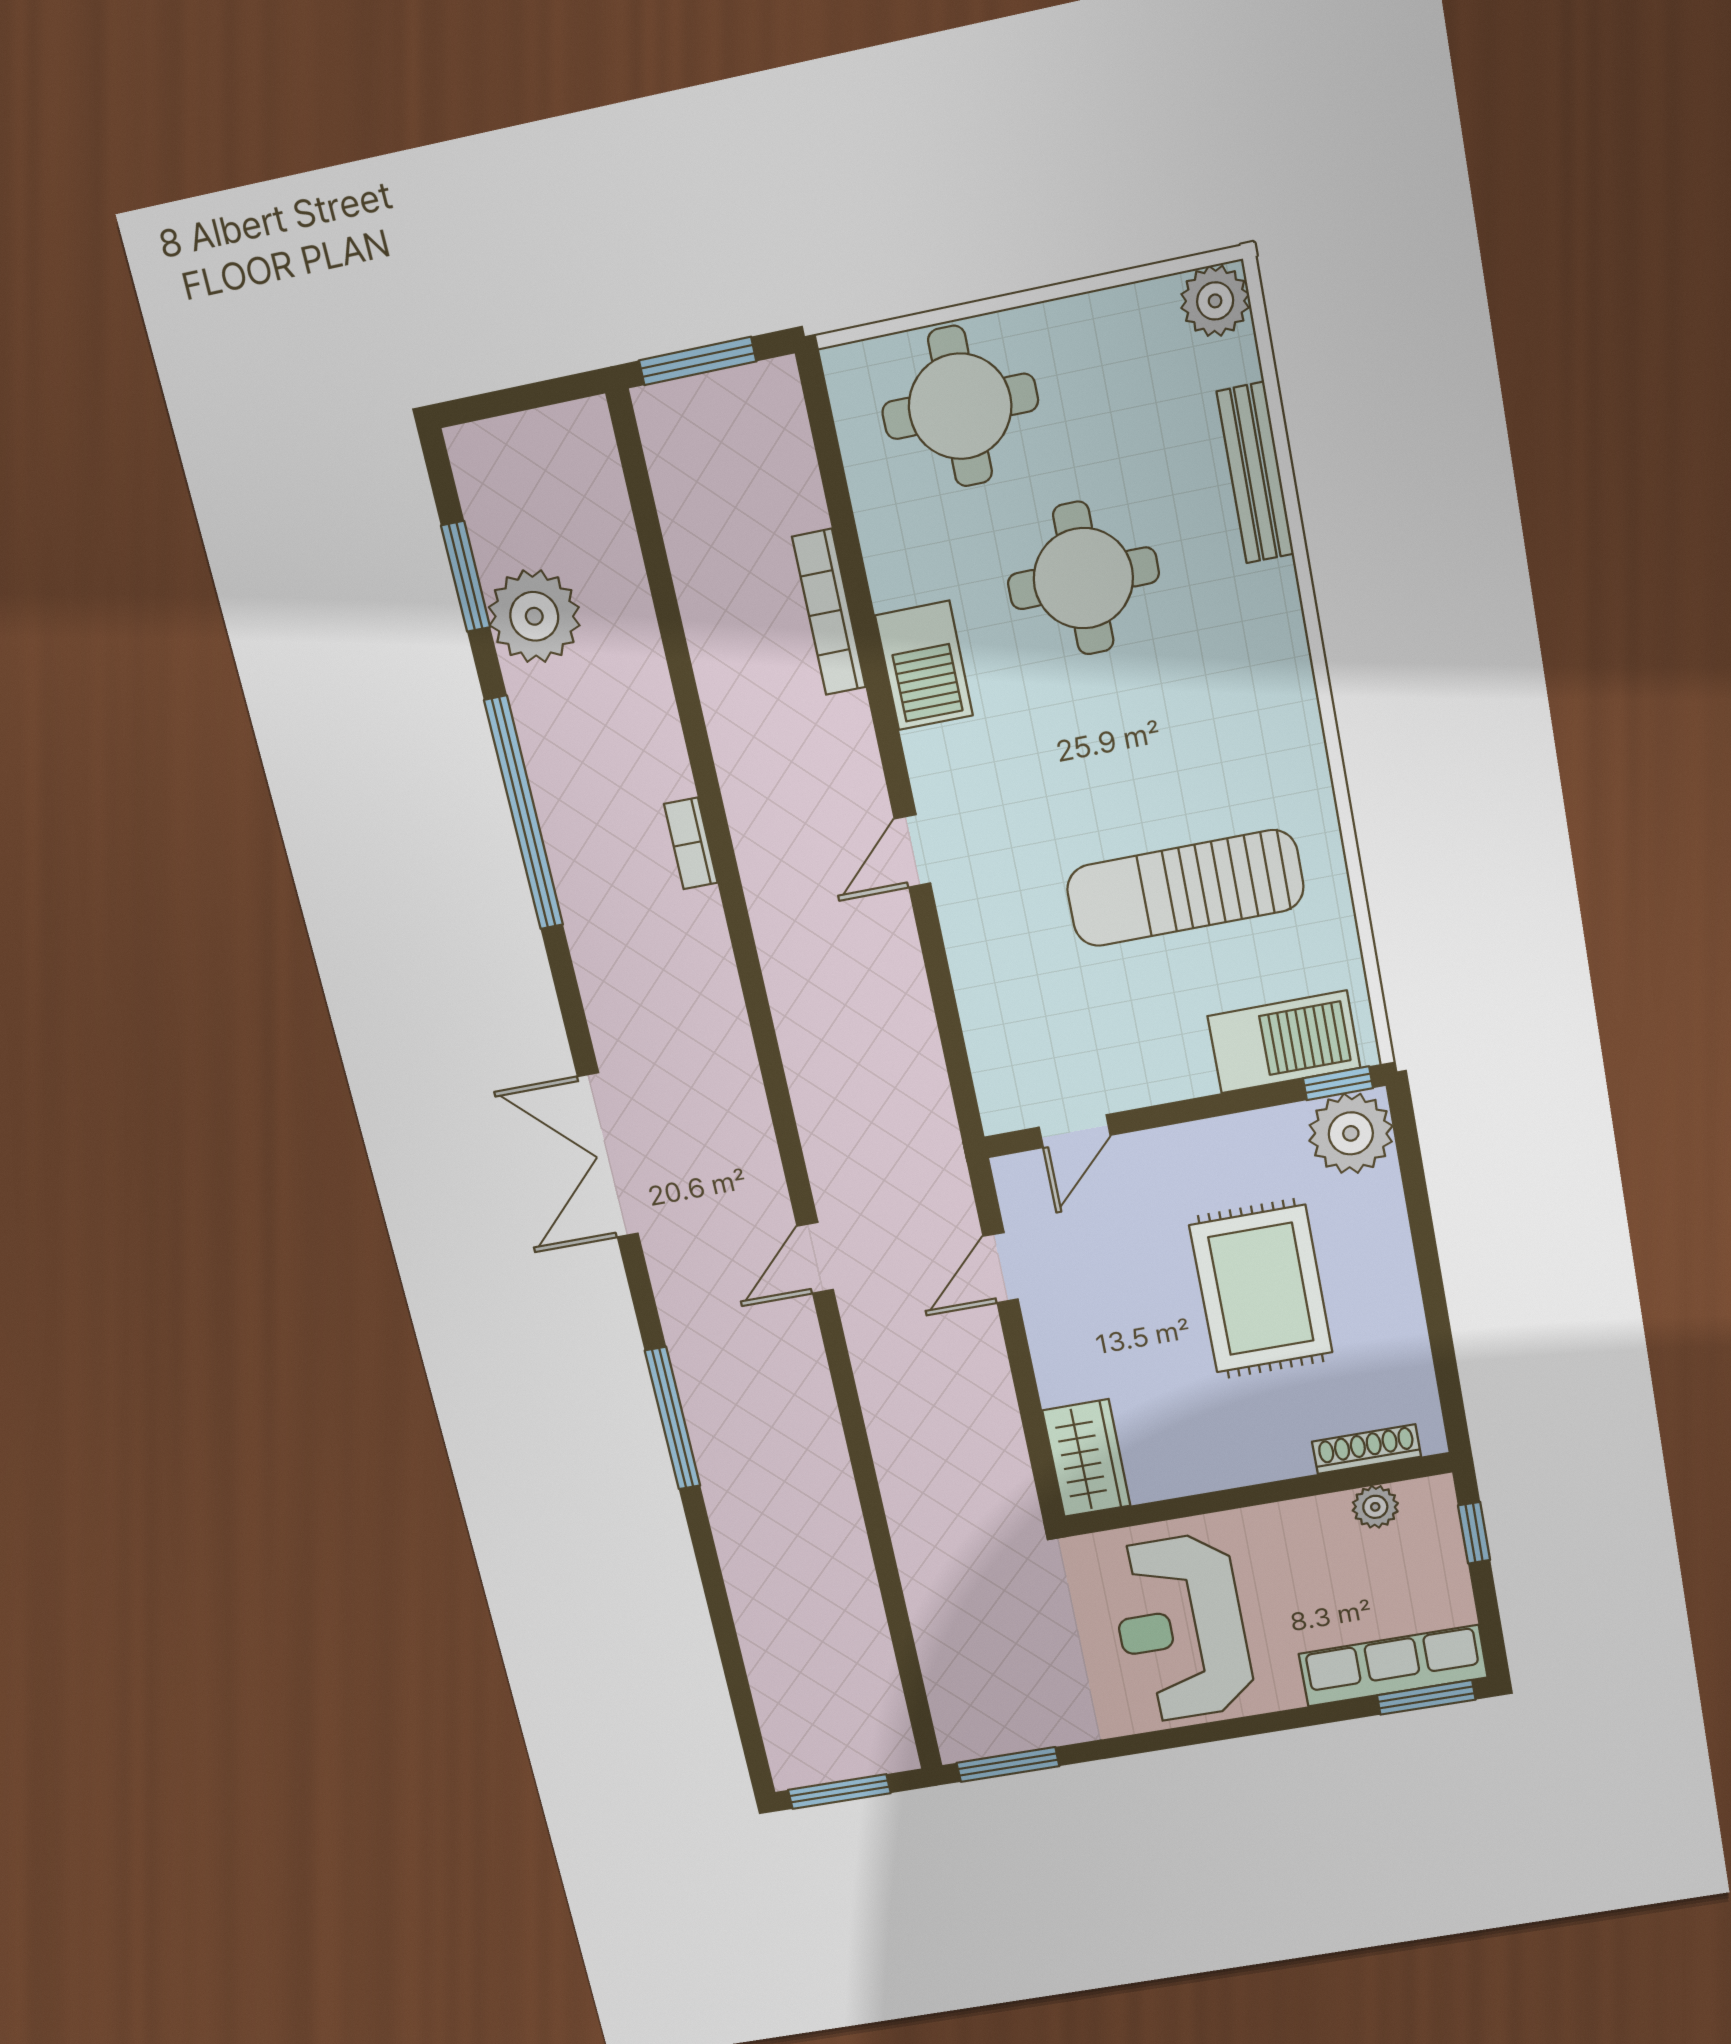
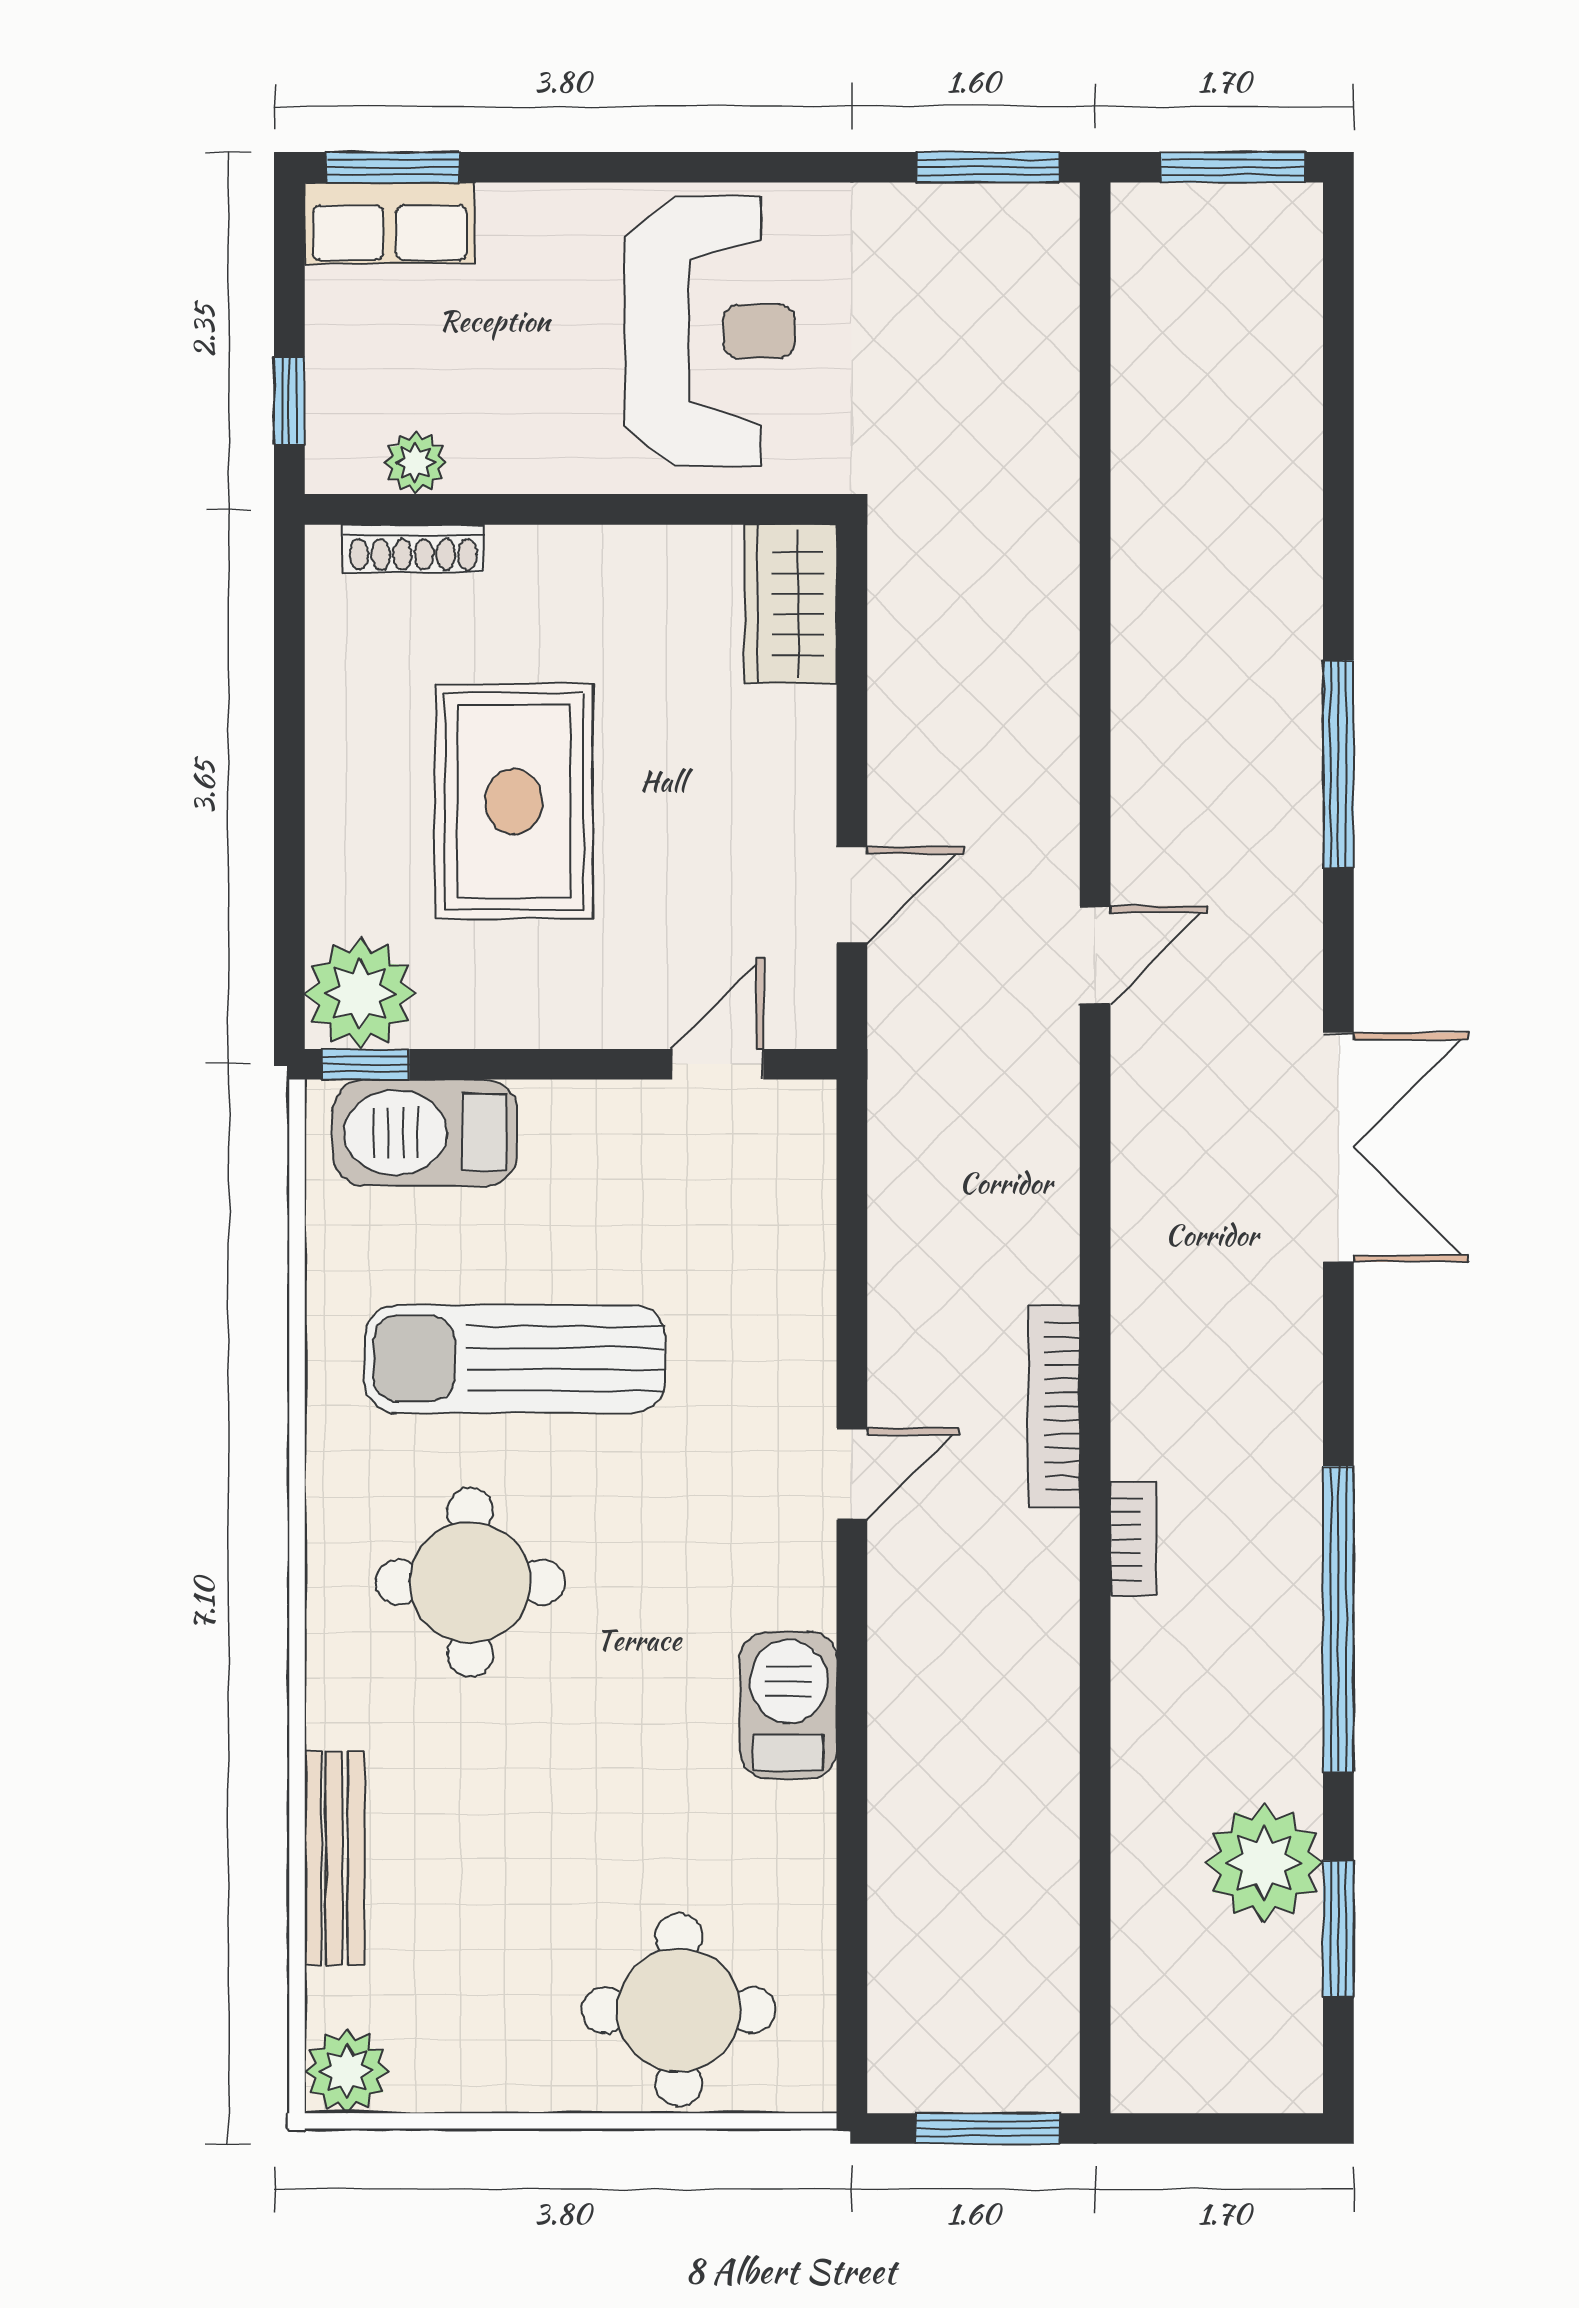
round table: (1083, 578) -> (470, 1582), moved
bookcase: (829, 612) -> (1054, 1407), moved, turned 180
sun lounger: (1185, 888) -> (515, 1359), turned 180
row of seats: (1393, 1666) -> (390, 223), width x0.68

